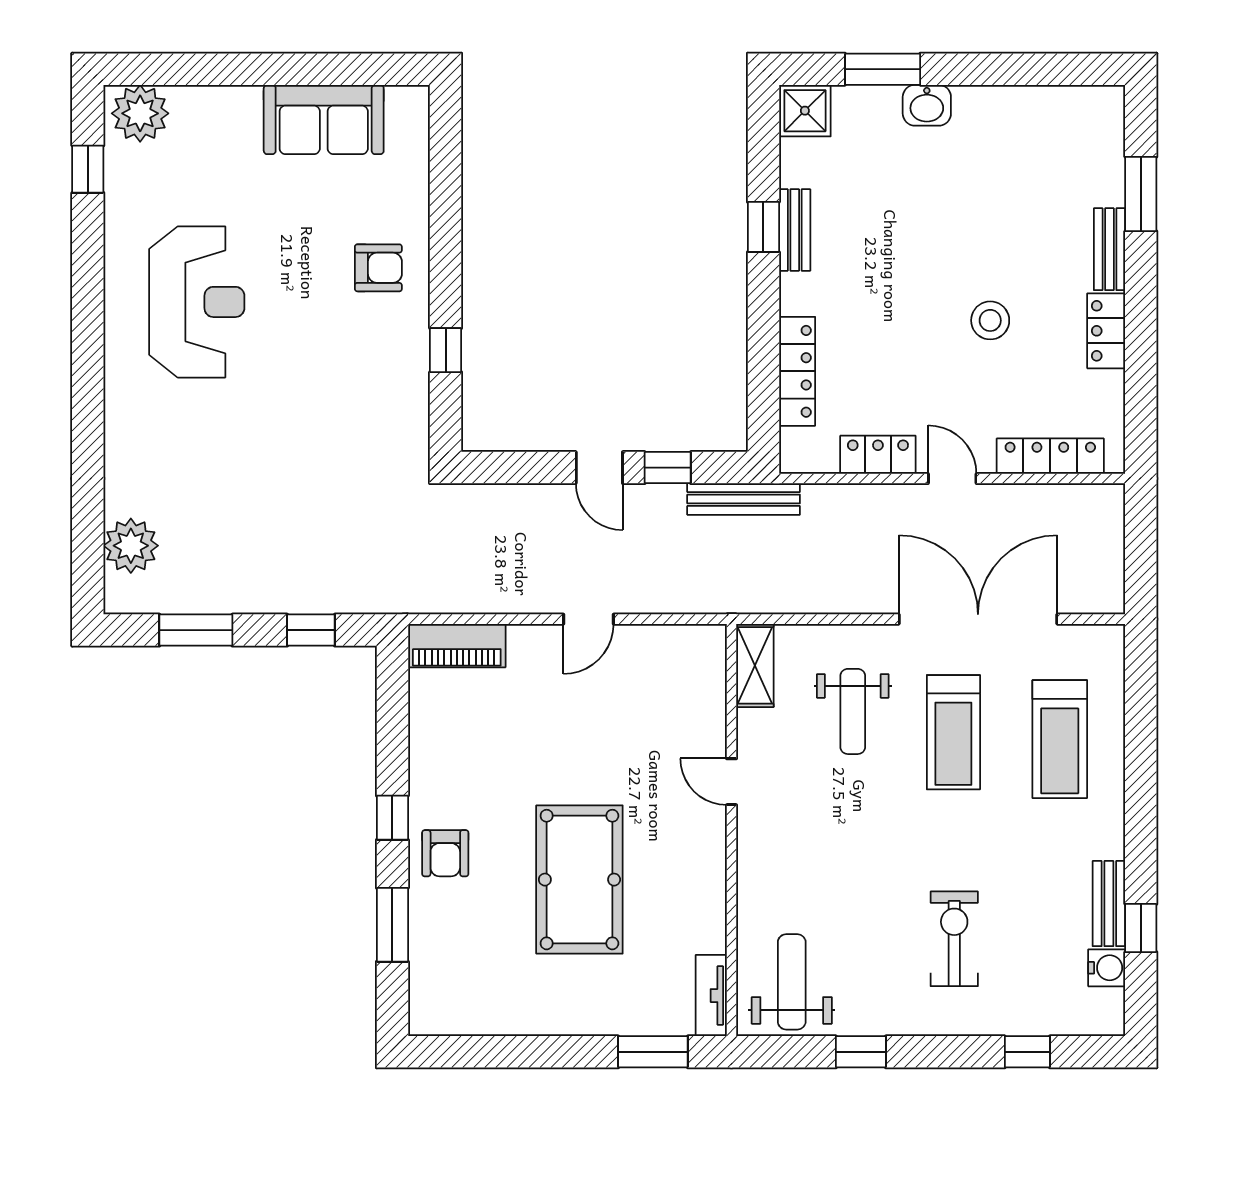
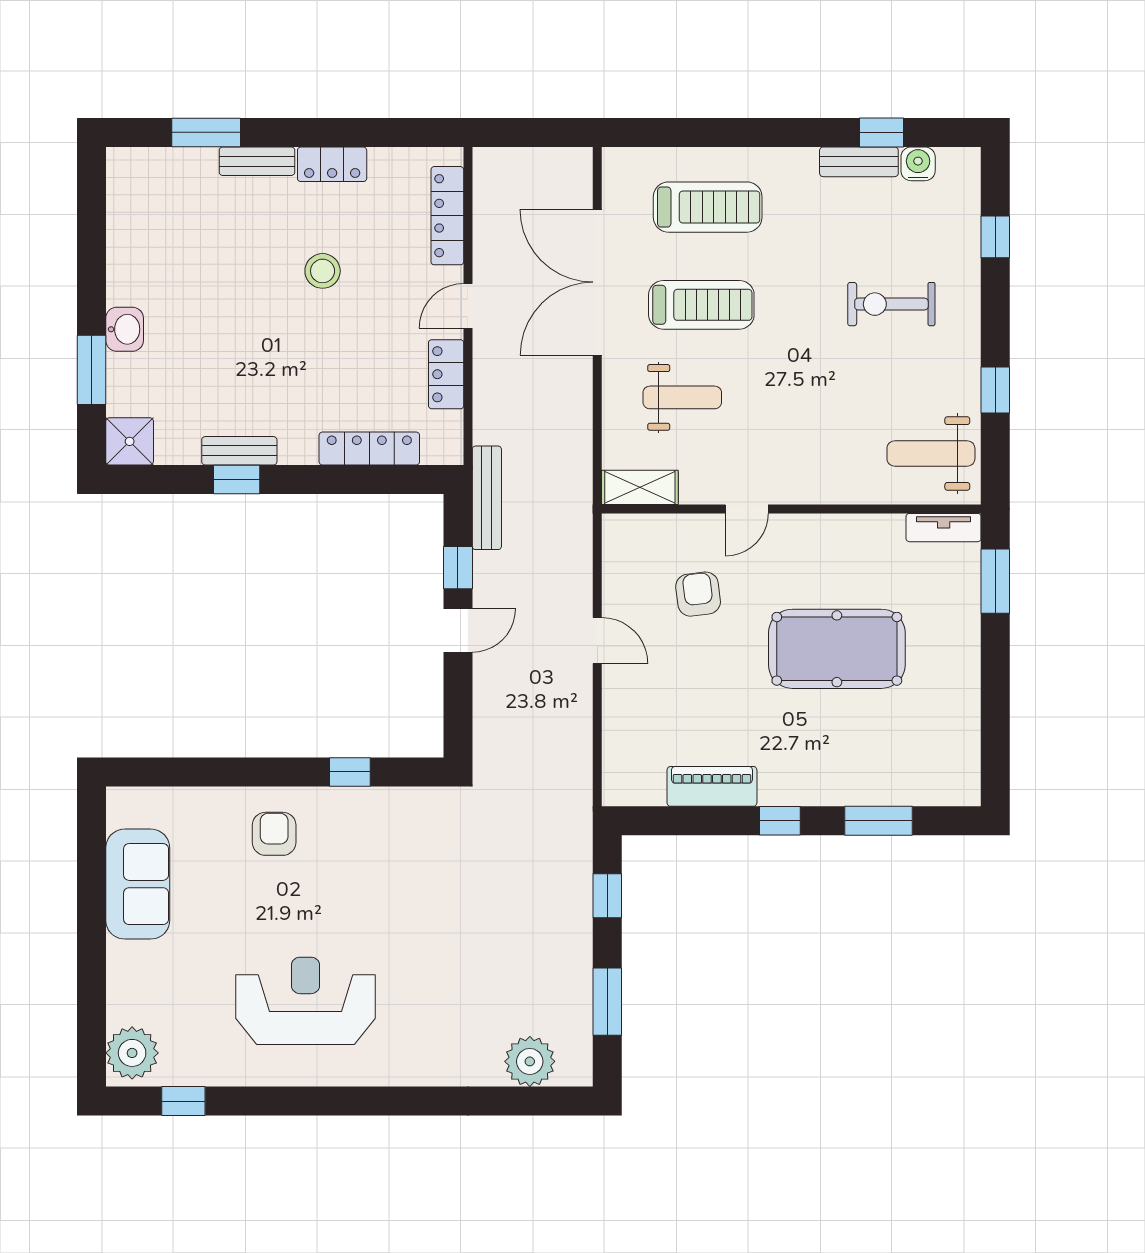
piano: (457, 646) -> (712, 786), moved, turned -90
armchair: (445, 853) -> (698, 594), moved, turned -97

